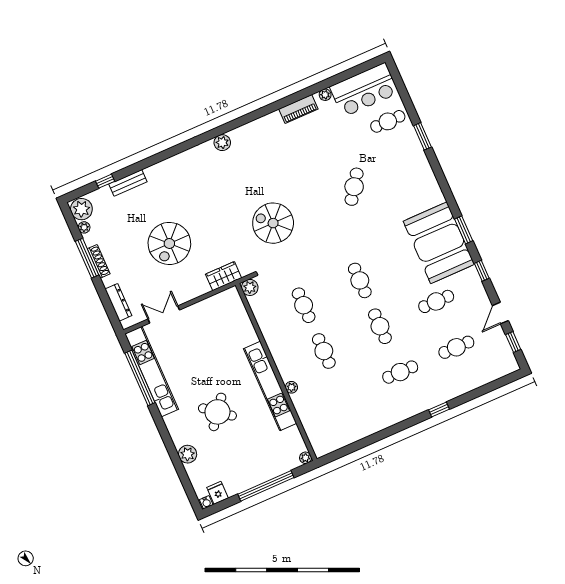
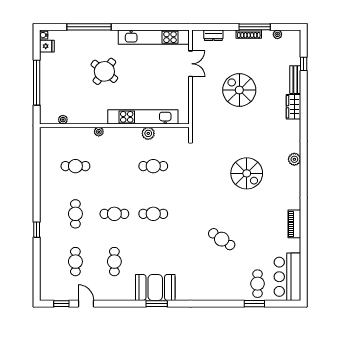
plant: (325, 95) -> (296, 247), removed
window: (422, 136) -> (254, 304), moved
plant: (81, 209) -> (291, 38), removed
spiral stairs: (273, 223) -> (247, 173), moved, turned 90
booth: (439, 243) -> (155, 287), width x0.73, depth x0.70
window: (482, 271) -> (122, 304), removed
wardrobe: (224, 276) -> (294, 107), moved, turned 180
plant: (250, 287) -> (148, 133), moved
dresser: (118, 302) -> (213, 35), width x0.70
cafe table: (324, 351) -> (75, 166), moved
window: (140, 378) -> (89, 27), moved
kitchen unit: (270, 386) -> (143, 117), moved
plant: (188, 454) -> (84, 37), removed
plant: (306, 458) -> (63, 120), moved

